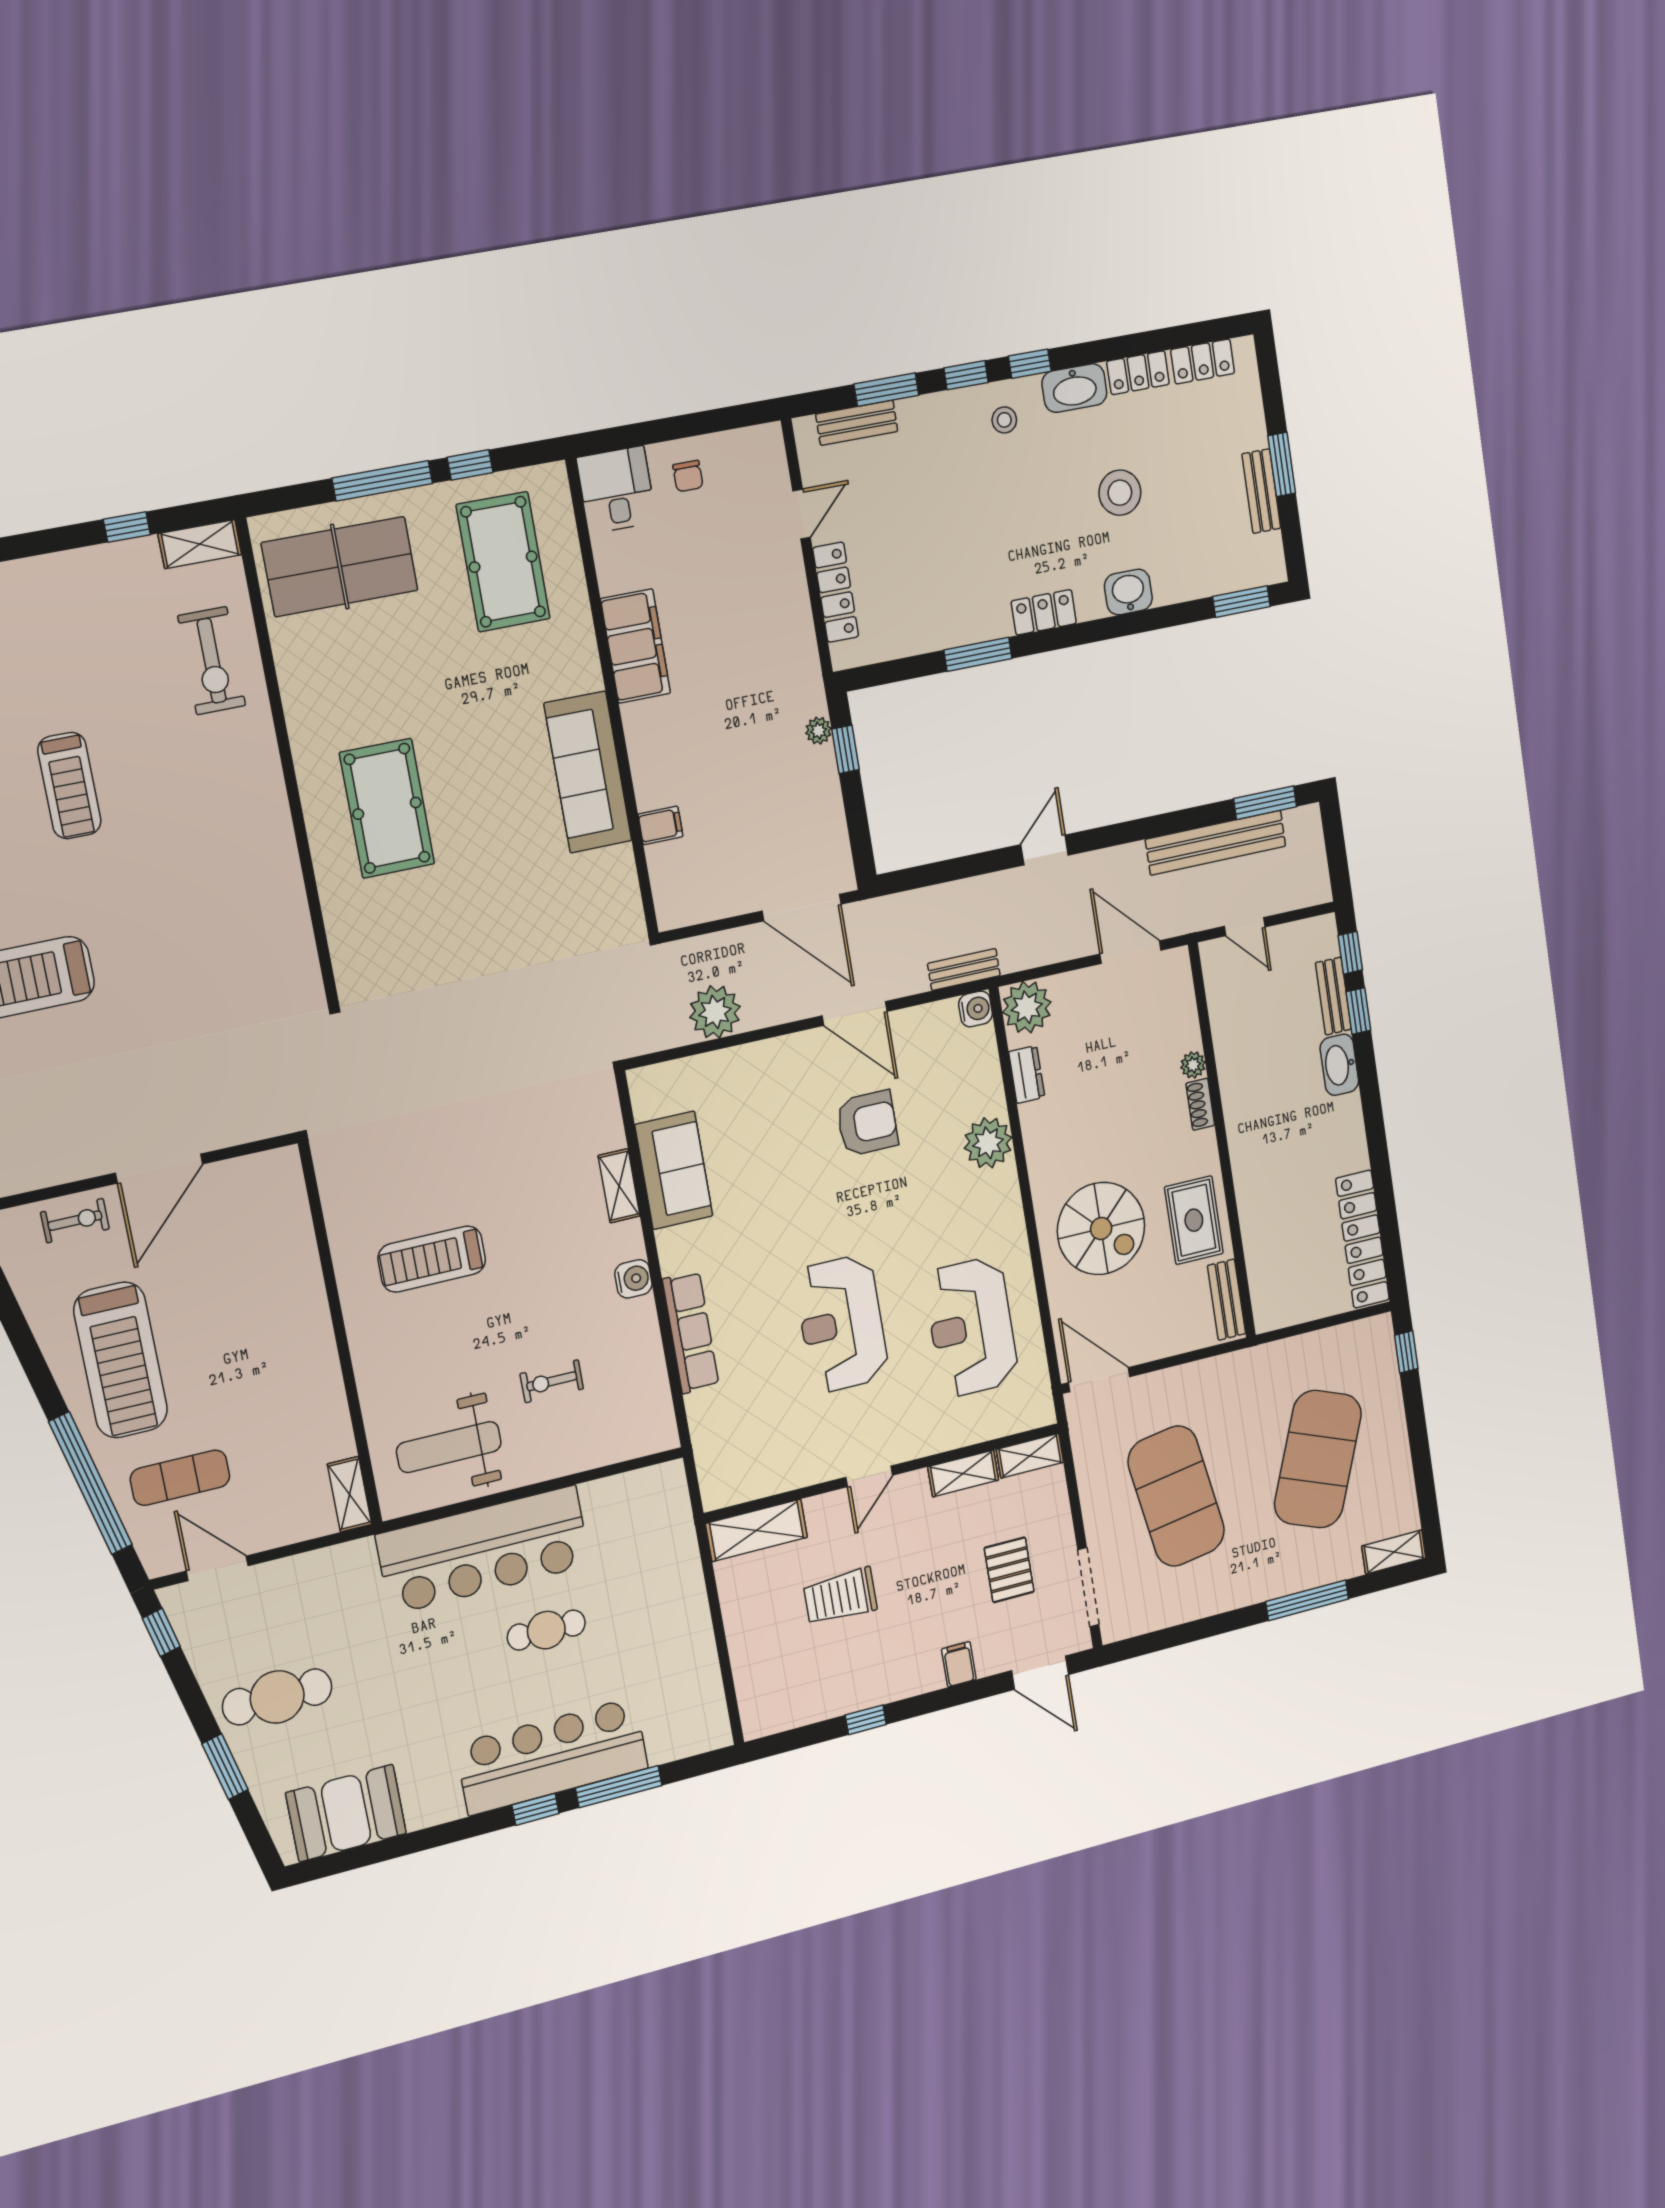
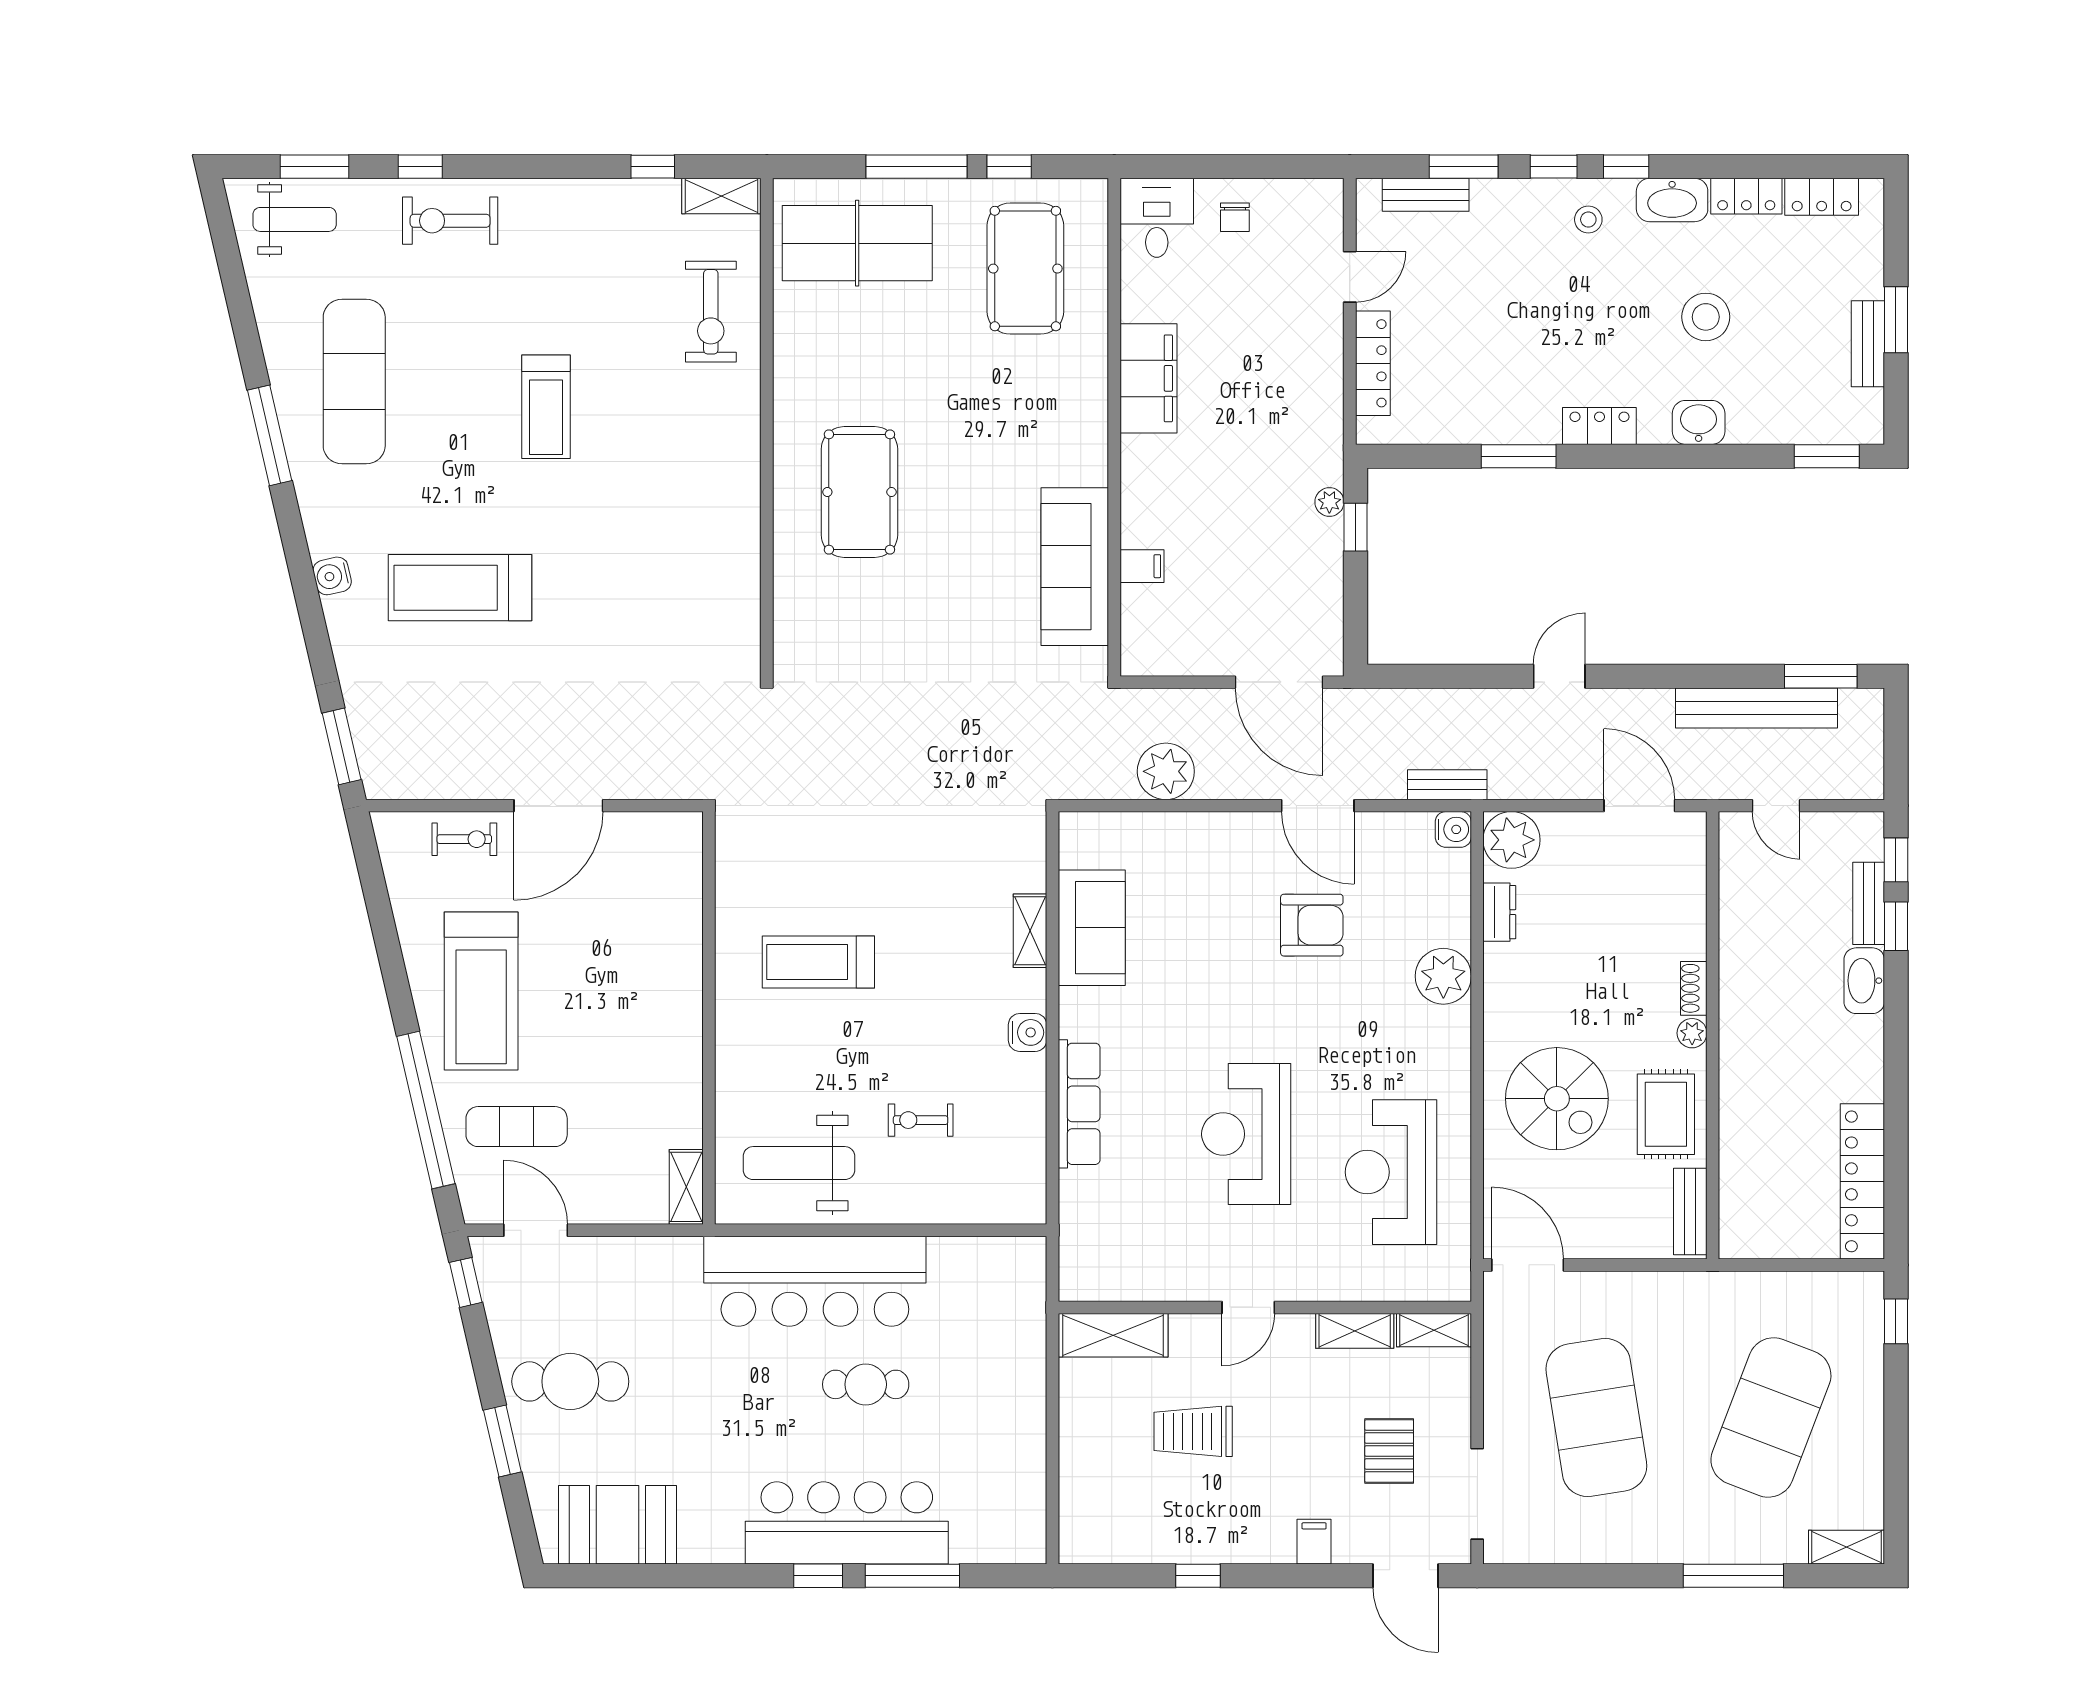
sofa: (588, 772) -> (1075, 567), moved
plant: (1193, 1065) -> (1692, 1033), moved

